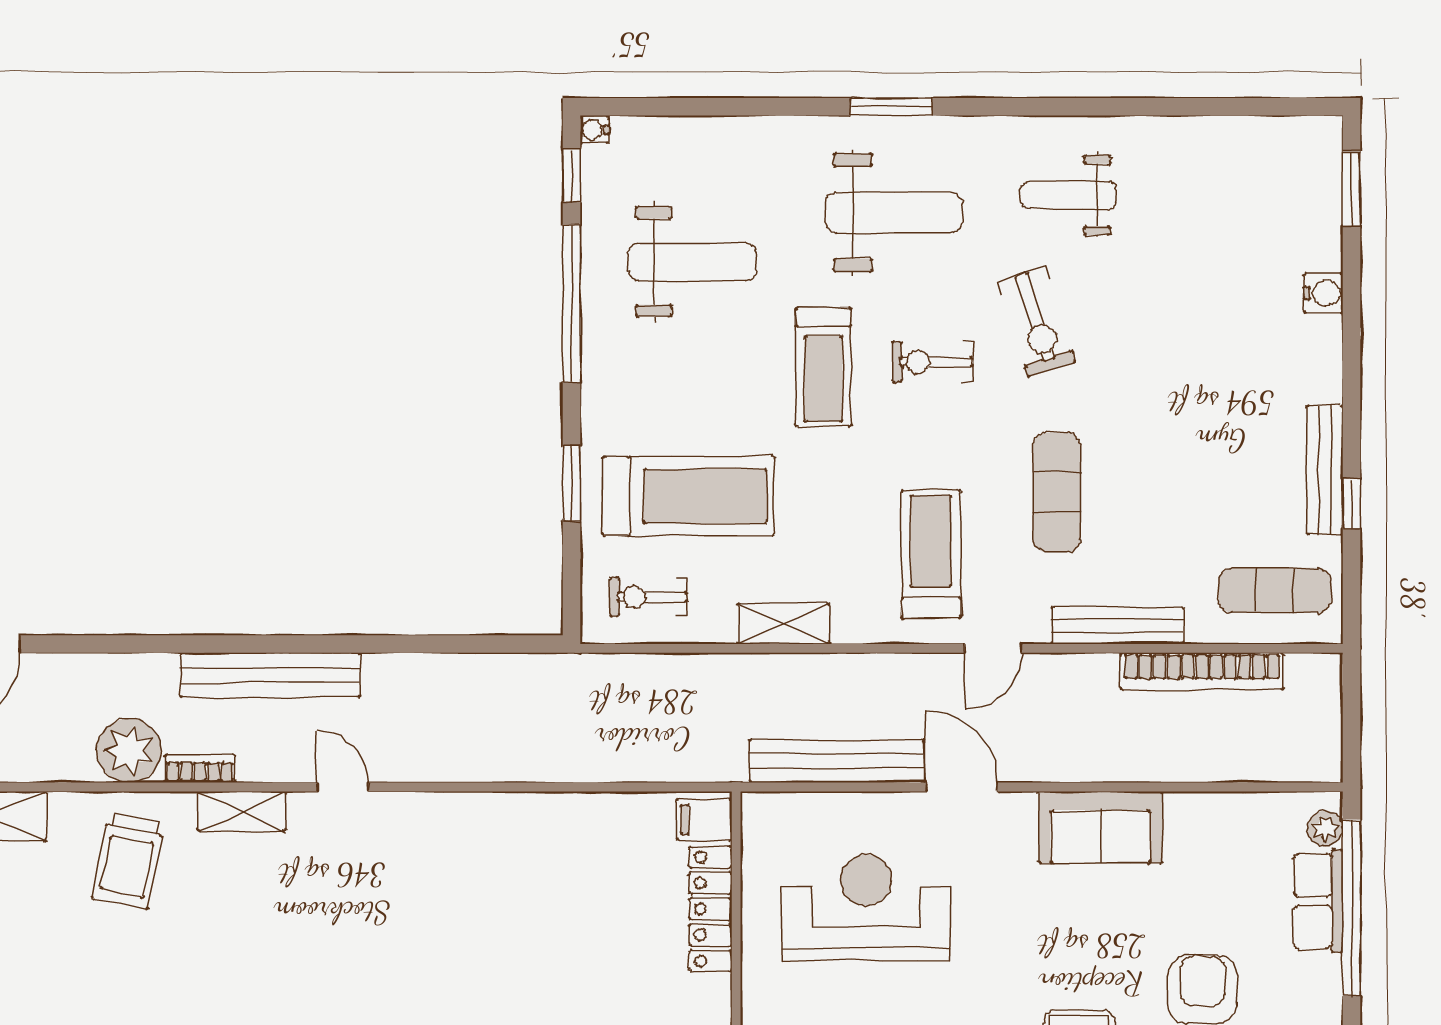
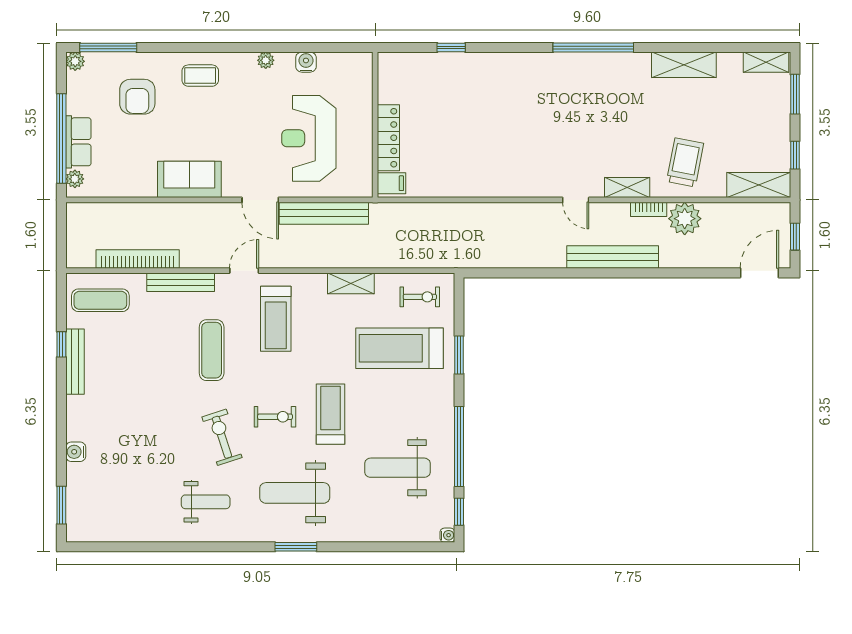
reception desk: (866, 908) -> (309, 138), turned 90

